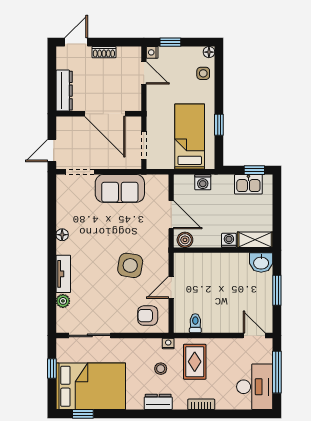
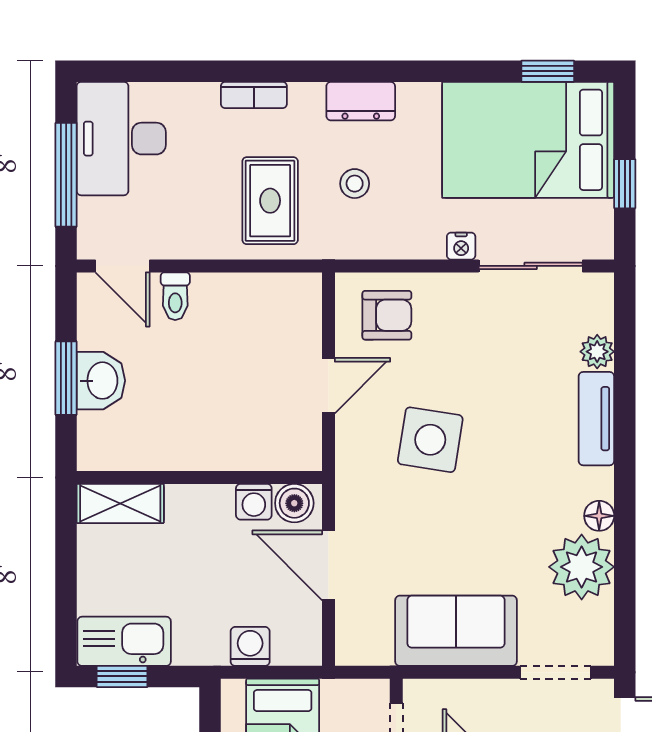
kitchen sink: (248, 184) -> (124, 641), width x1.38
plant: (69, 214) -> (582, 567), added
washing machine: (229, 240) -> (254, 502), moved
washbasin: (261, 263) -> (101, 381), moved, turned 90
toilet: (195, 323) -> (175, 296), moved
nightstand: (168, 343) -> (461, 246), moved

